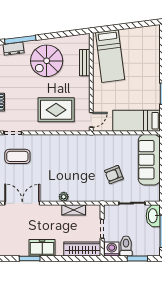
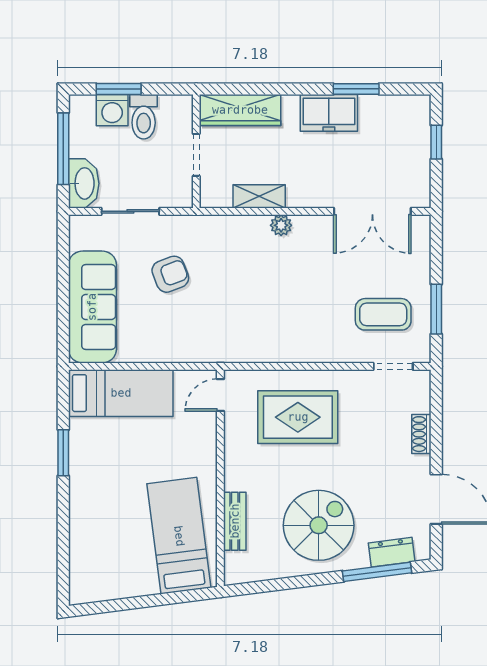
washing machine: (112, 249) -> (112, 110), moved

